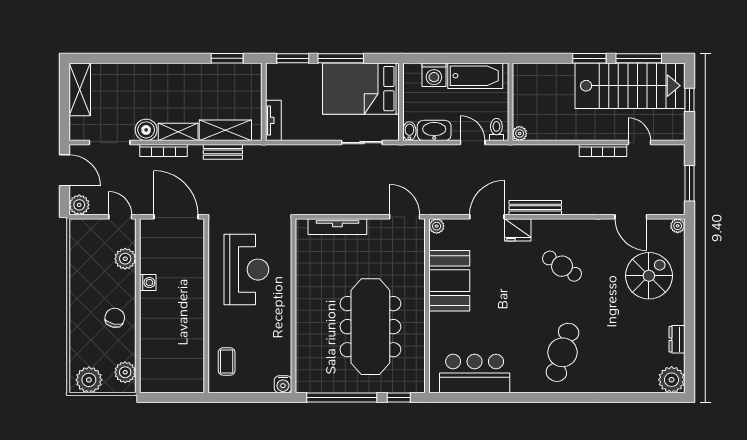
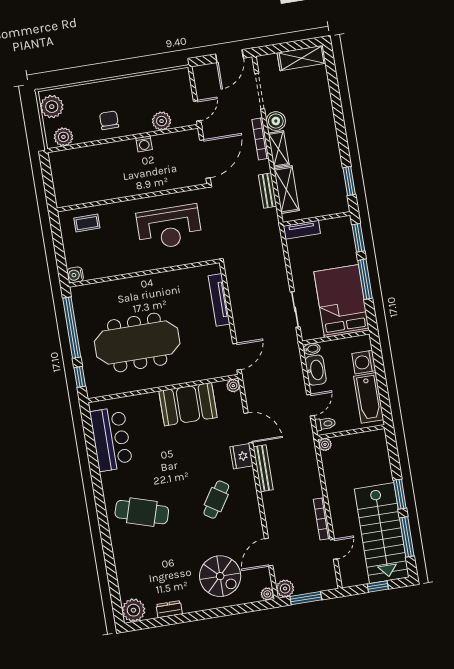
plant: (79, 205) -> (285, 588), moved
chair: (115, 318) -> (109, 120), turned -103

